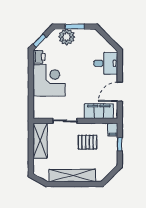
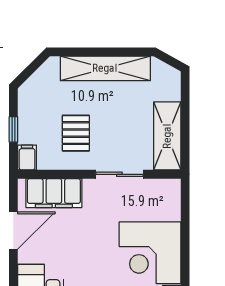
pallet: (88, 142) -> (76, 133), turned 90

